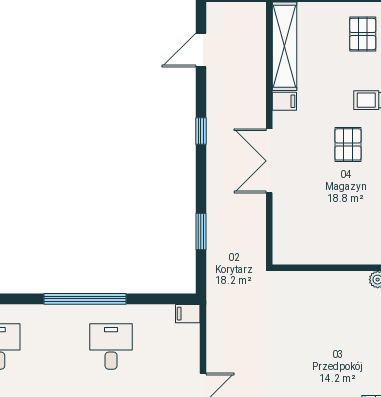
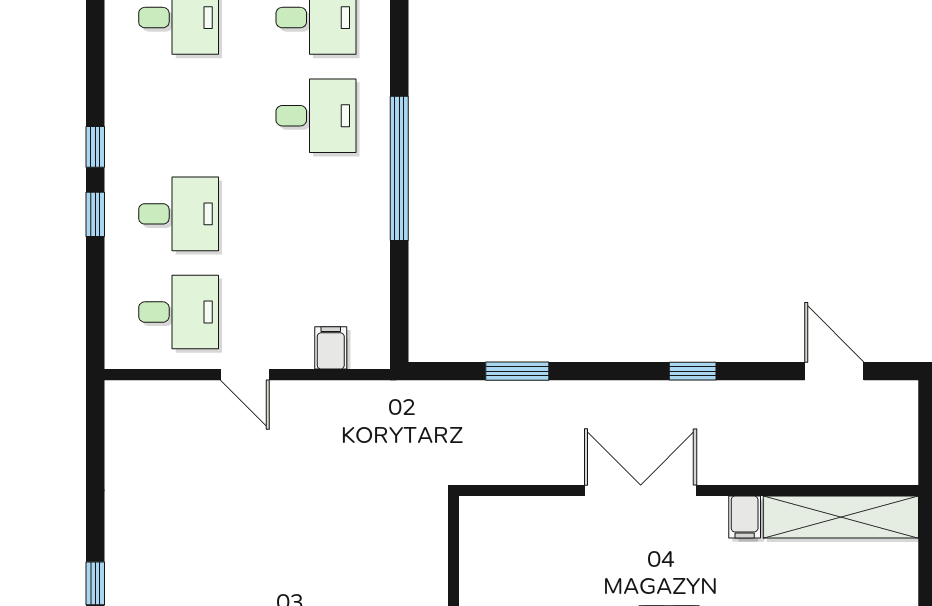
filing cabinet: (188, 314) -> (331, 348), moved
desk: (111, 347) -> (316, 116), moved

